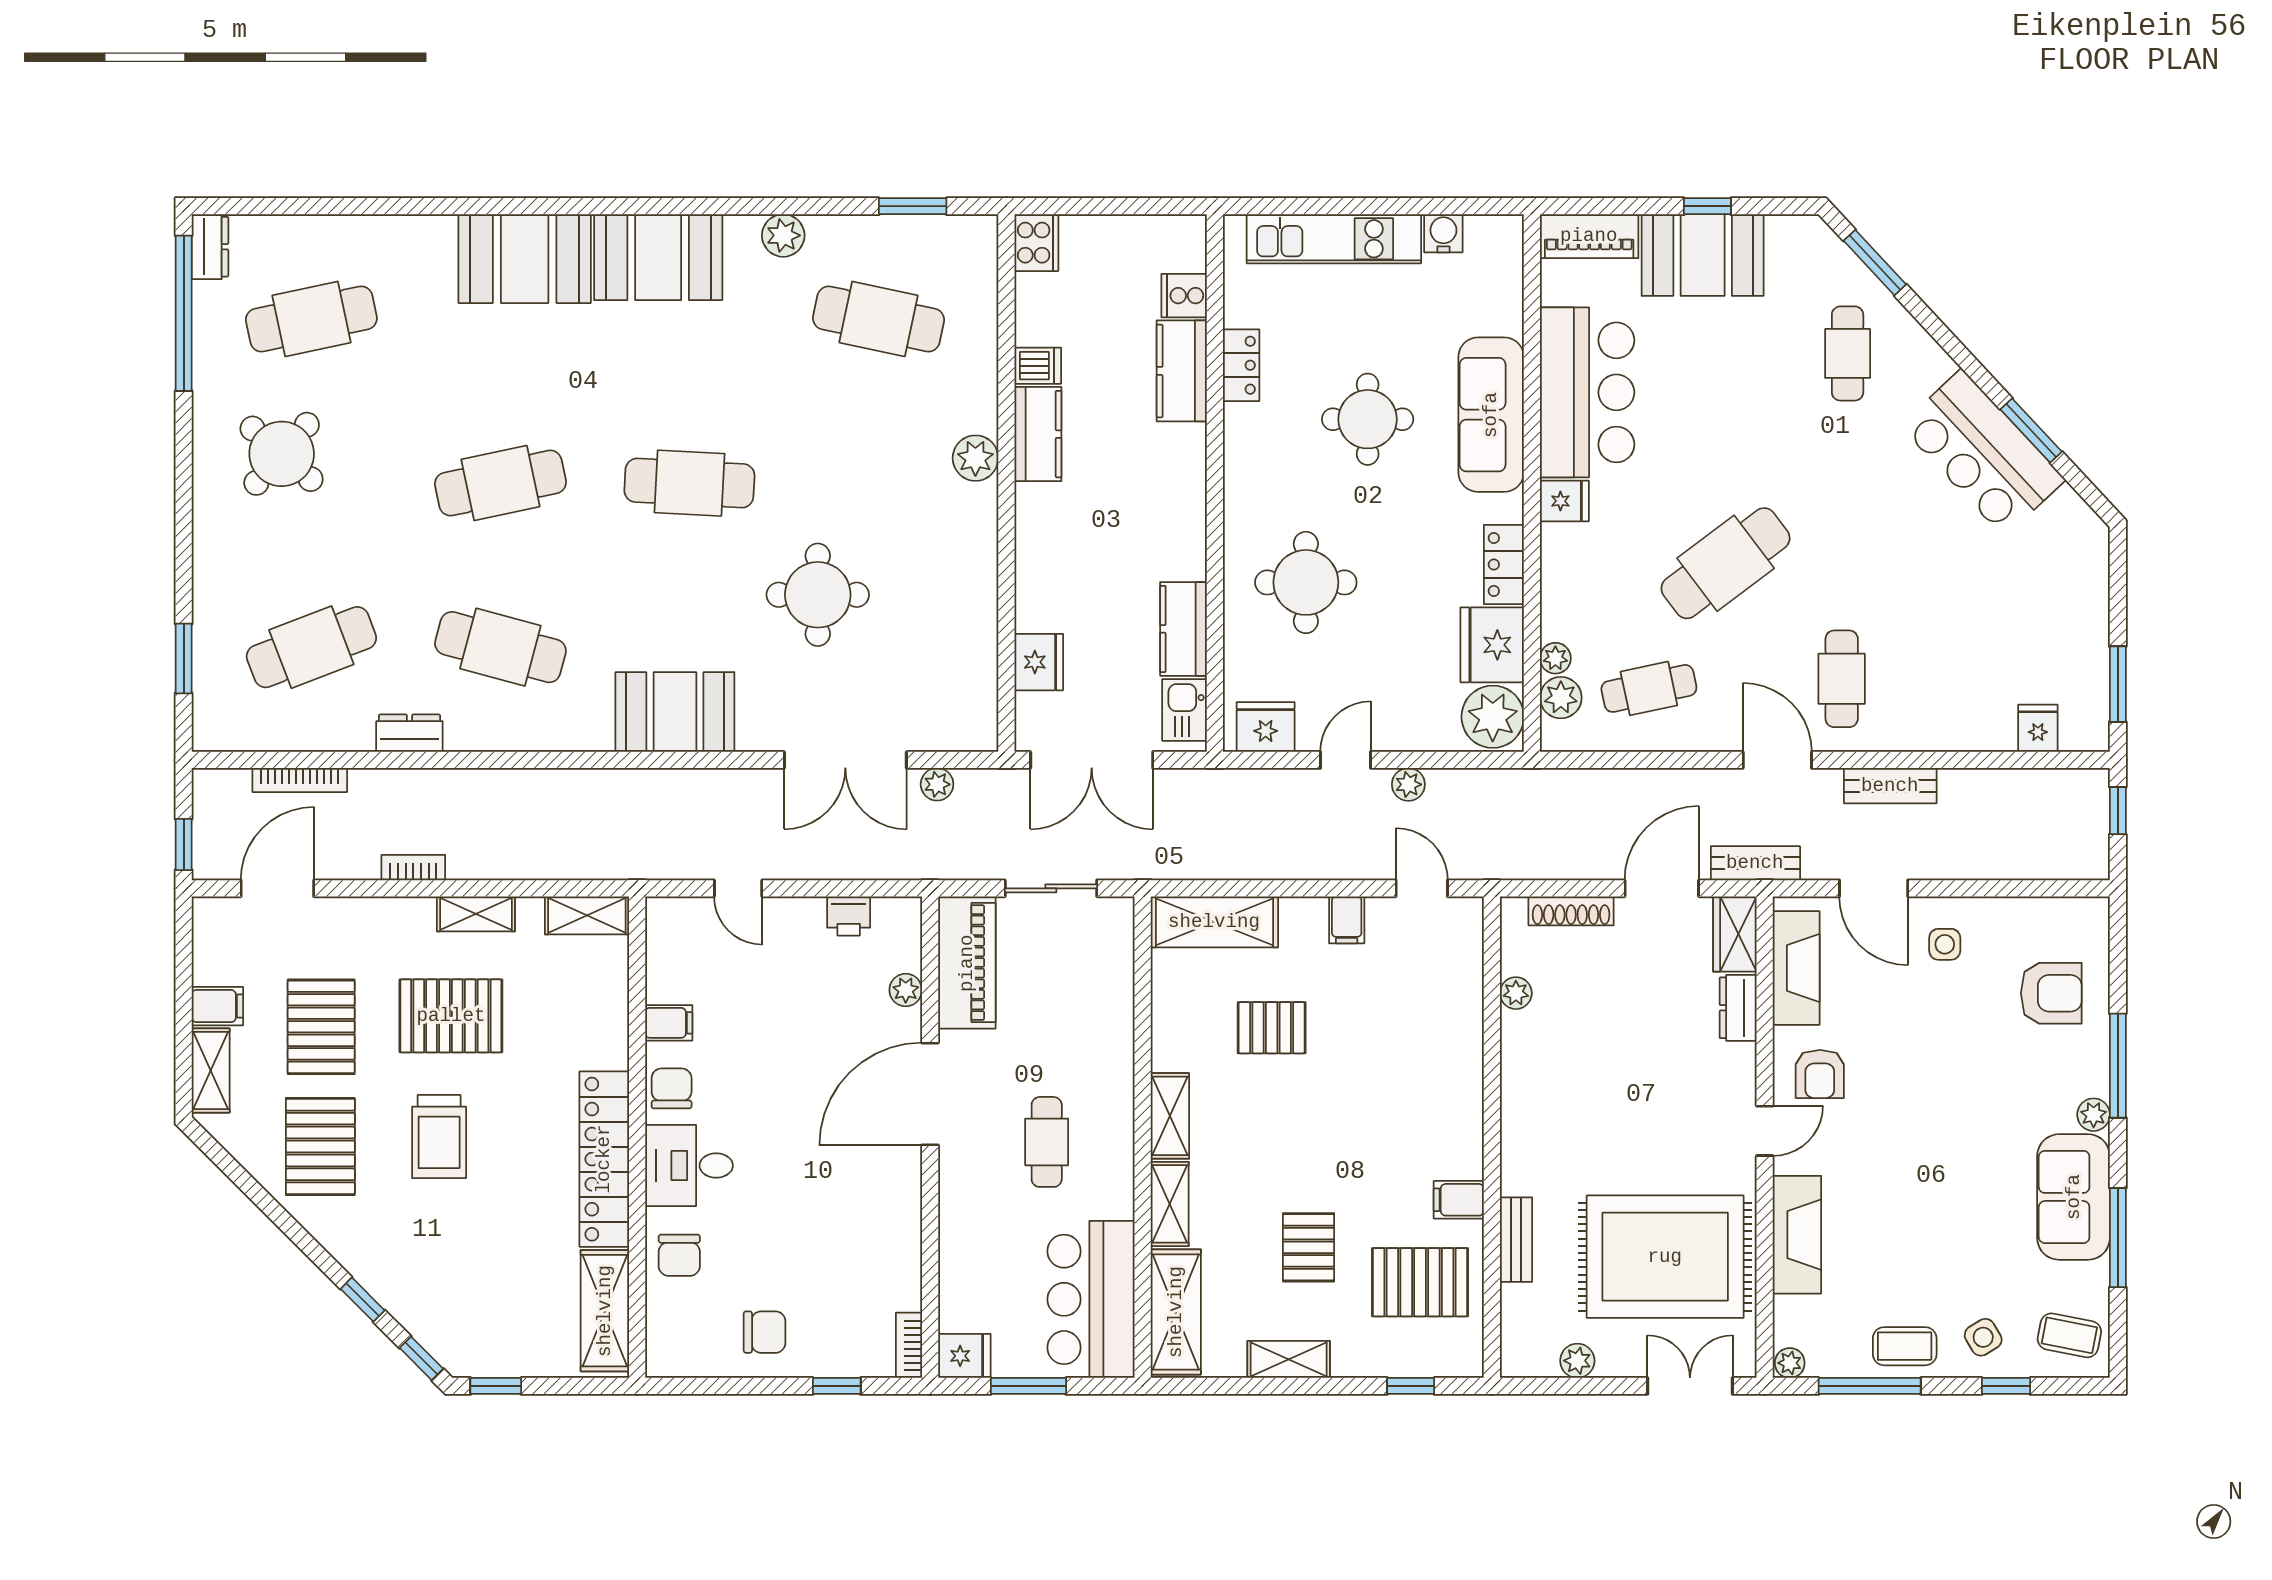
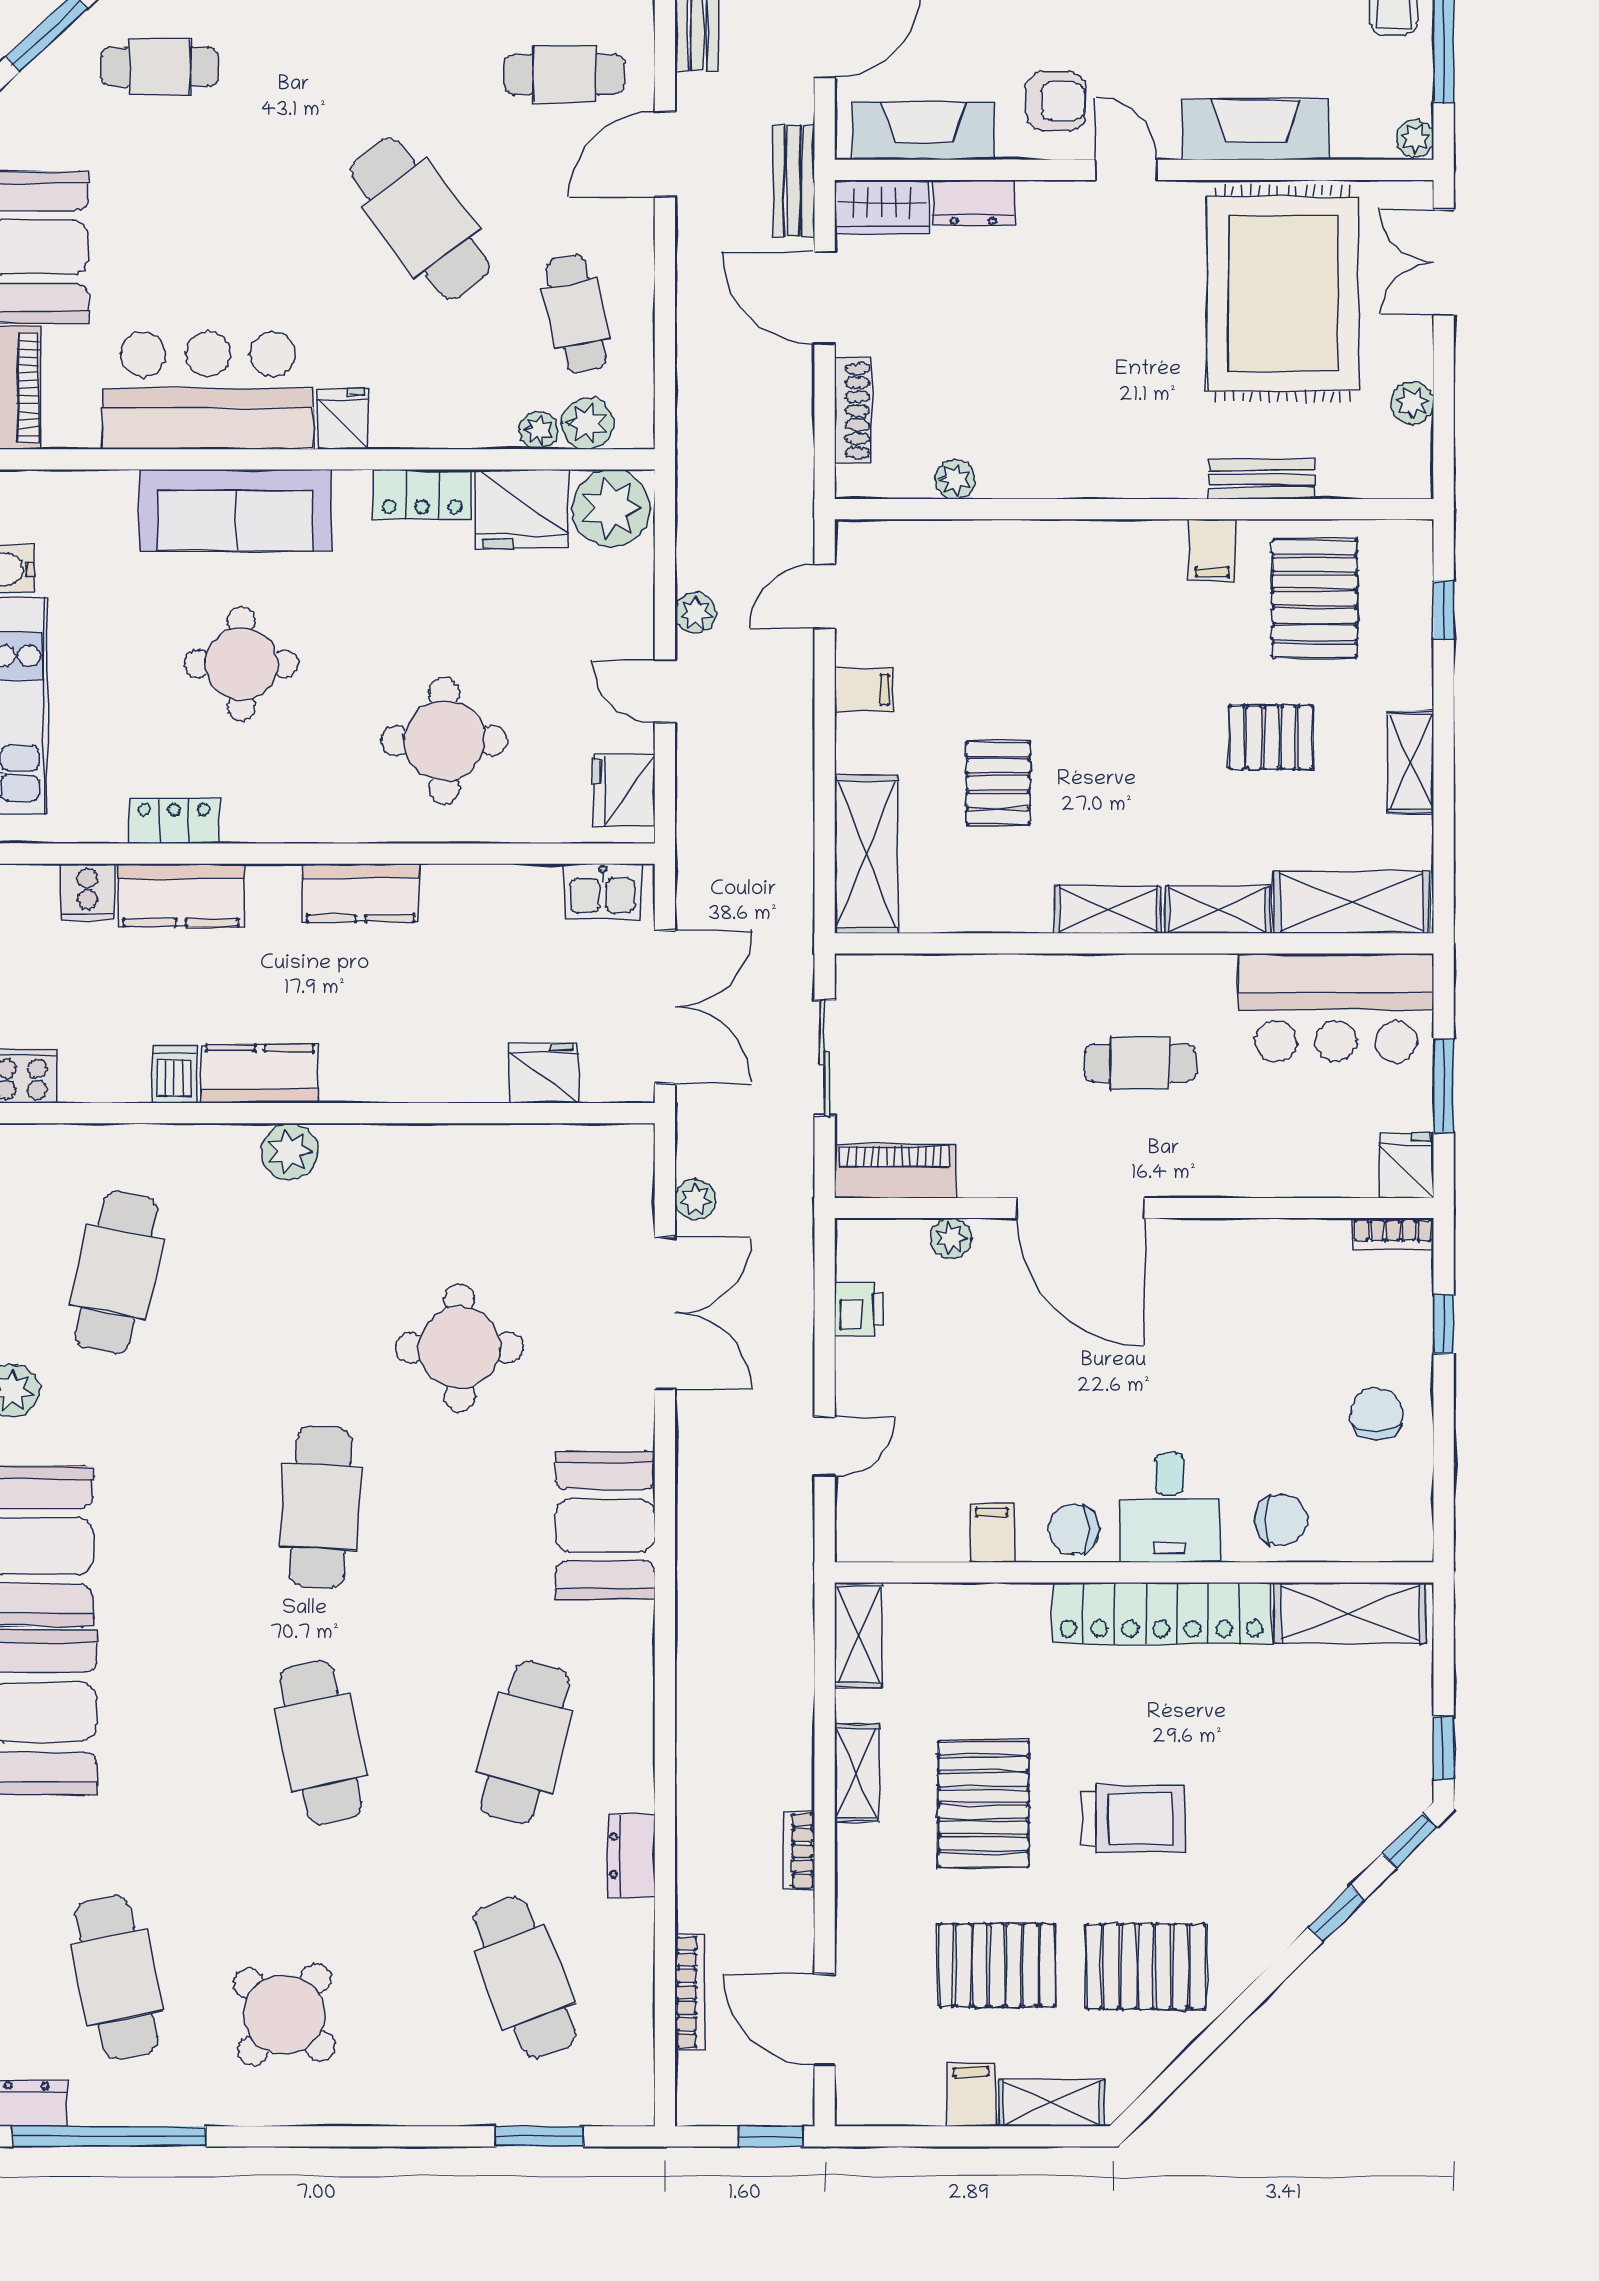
kitchen counter: (1183, 629) -> (361, 893), moved
piano: (967, 963) -> (895, 1171), width x0.73, depth x0.75

